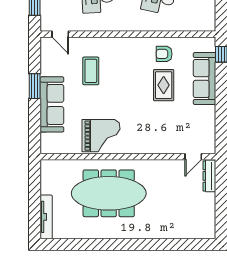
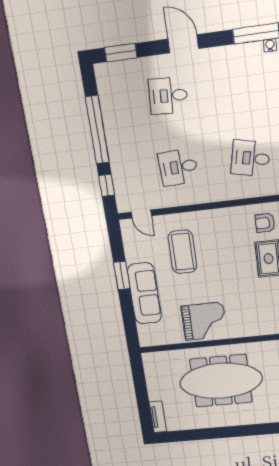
coffee table: (91, 71) -> (183, 252), width x1.36, depth x1.32
tv unit: (46, 217) -> (158, 417), width x0.71

